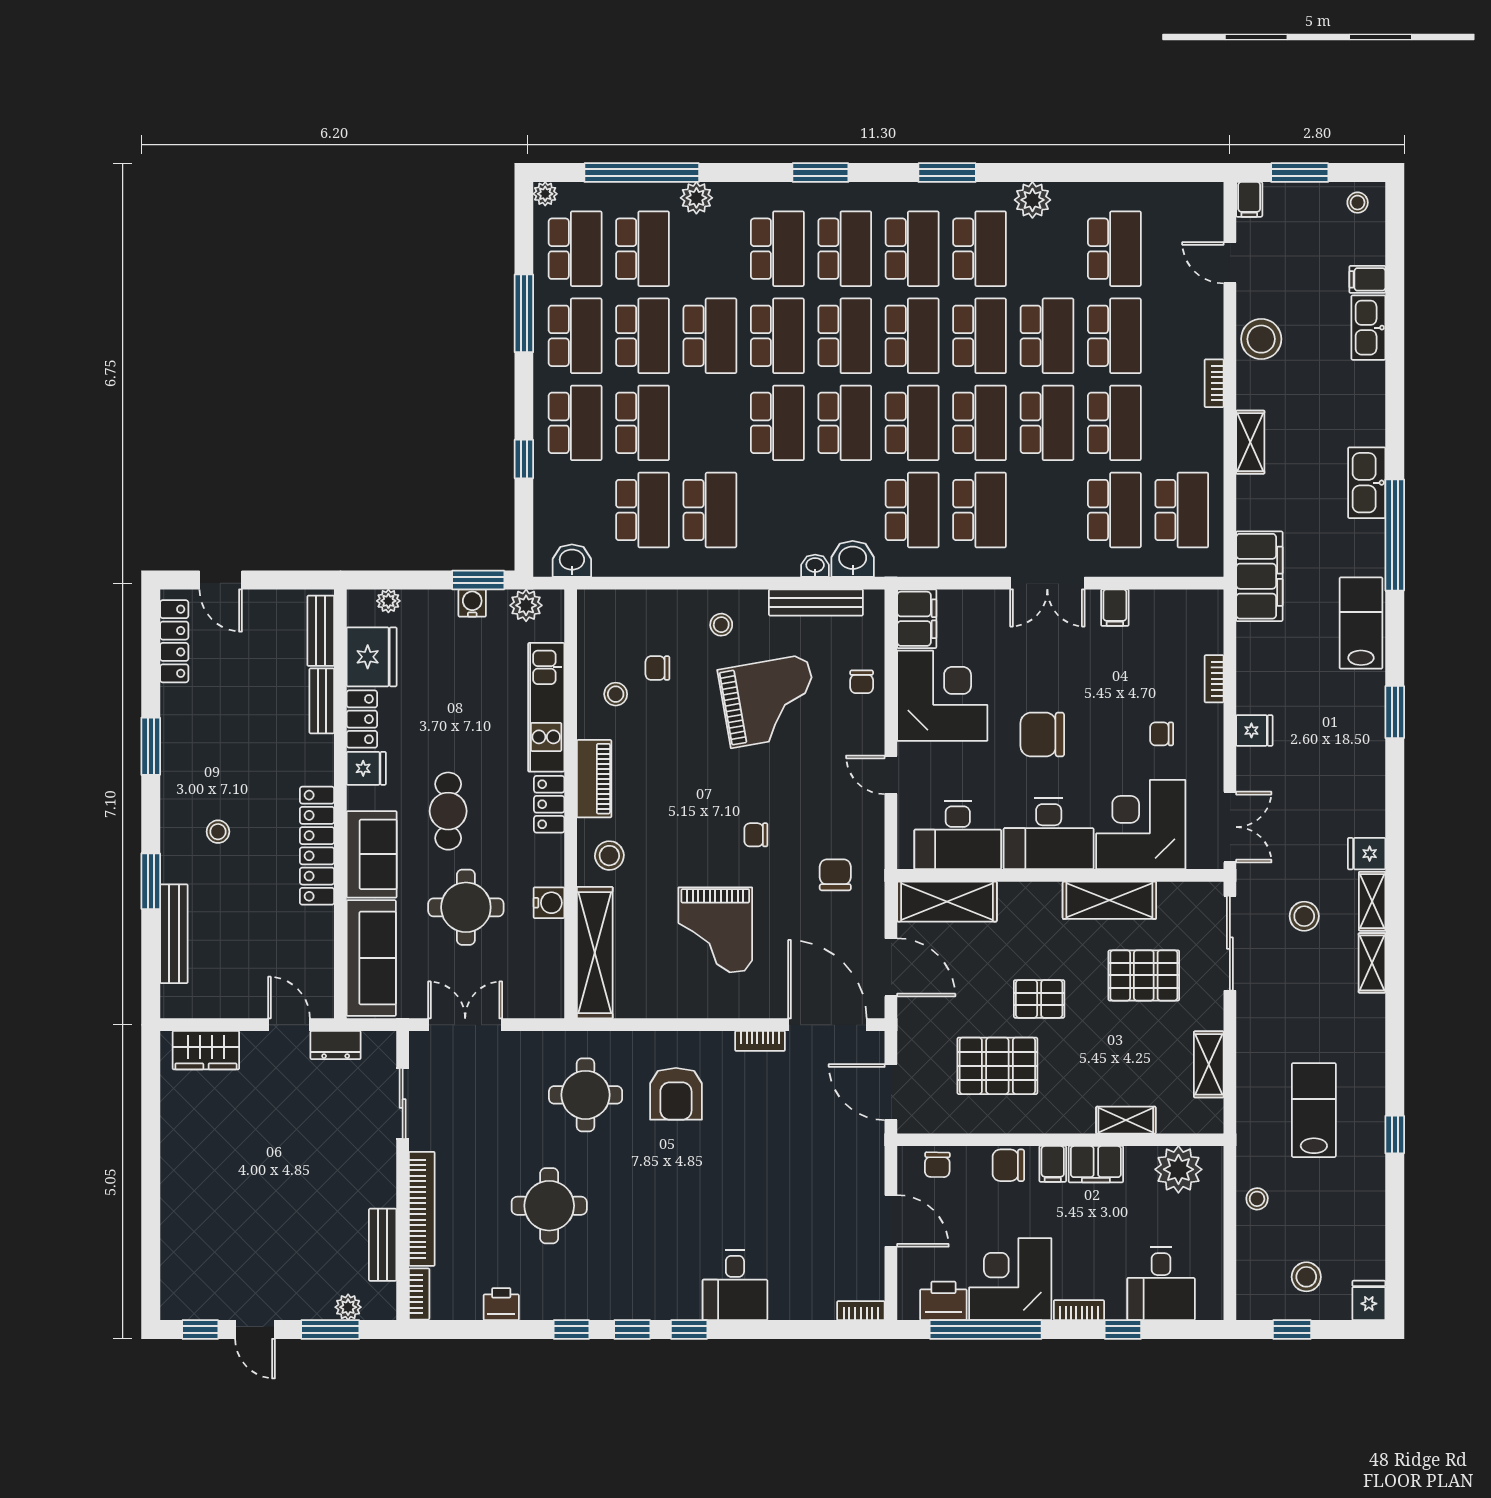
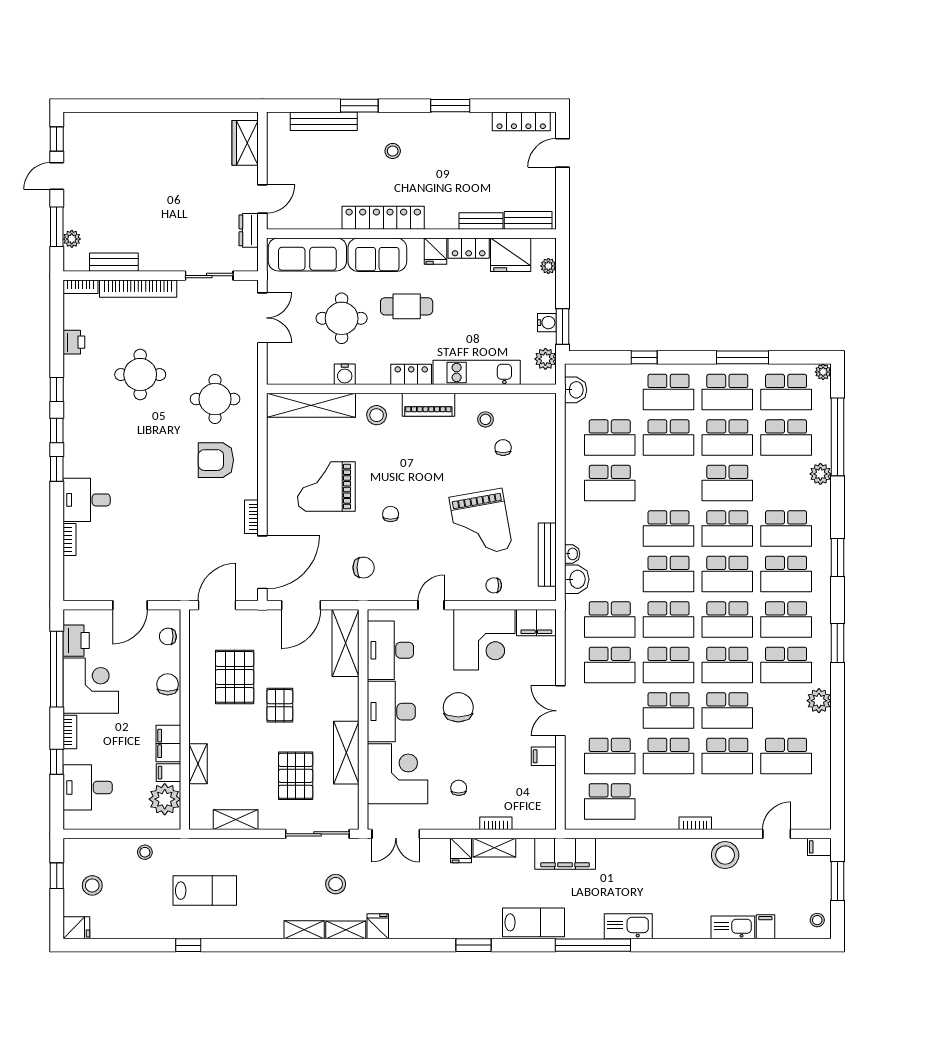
shelving: (1250, 442) -> (494, 848), moved
stool: (721, 625) -> (532, 491), removed
filing cabinet: (1053, 1164) -> (168, 773), moved
bookcase: (861, 1311) -> (69, 539), moved

